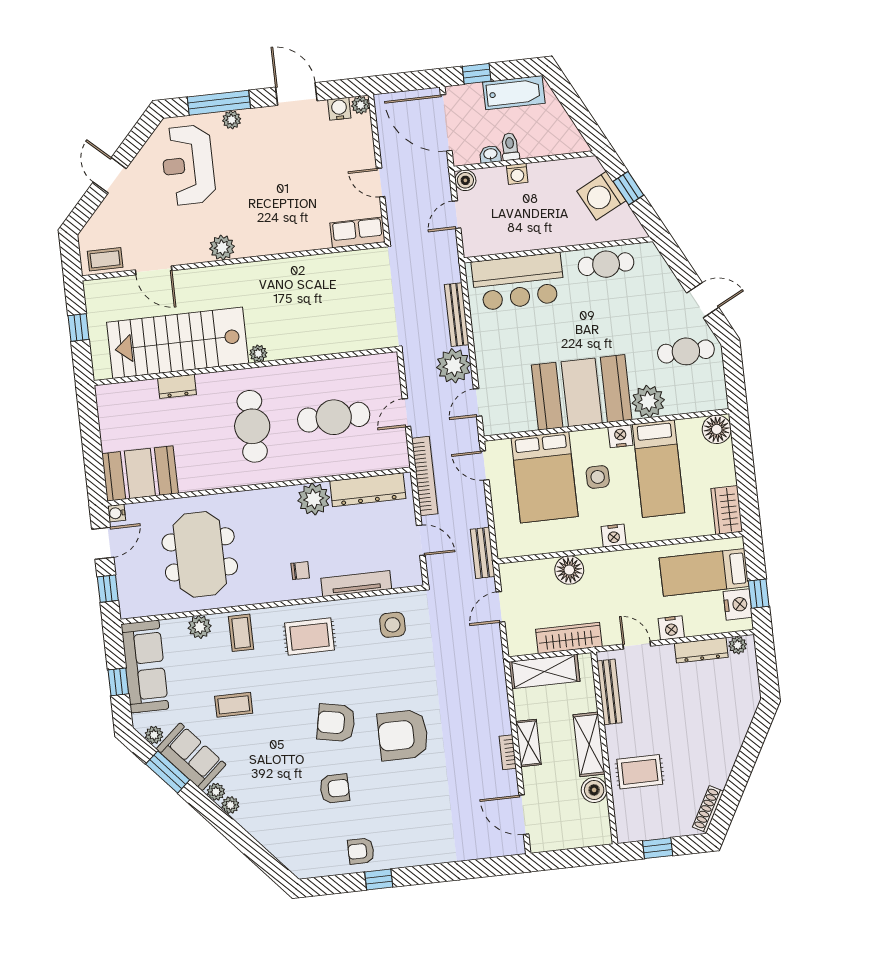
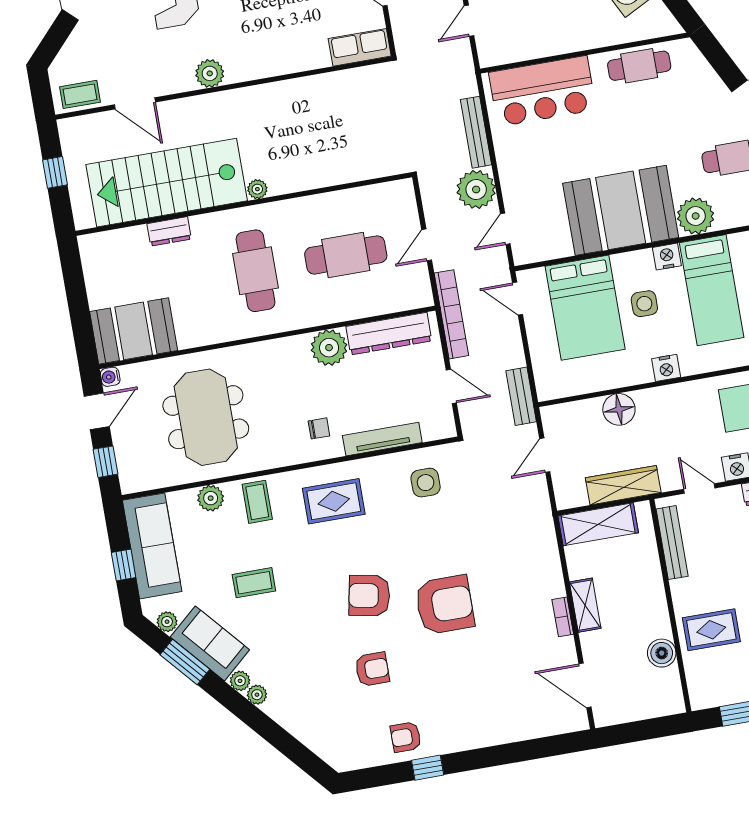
armchair: (403, 735) -> (445, 605), turned 180
shelving: (589, 744) -> (653, 603), removed

